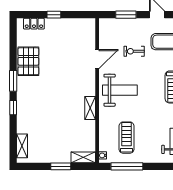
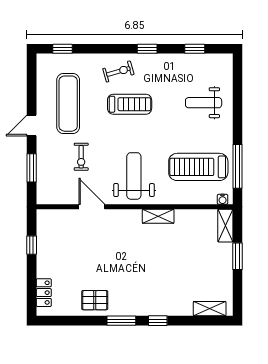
window: (54, 15) -> (32, 245), moved
pallet: (28, 61) -> (95, 300), width x0.67, depth x0.71
treadmill: (127, 138) -> (198, 167), width x1.37, depth x1.38

